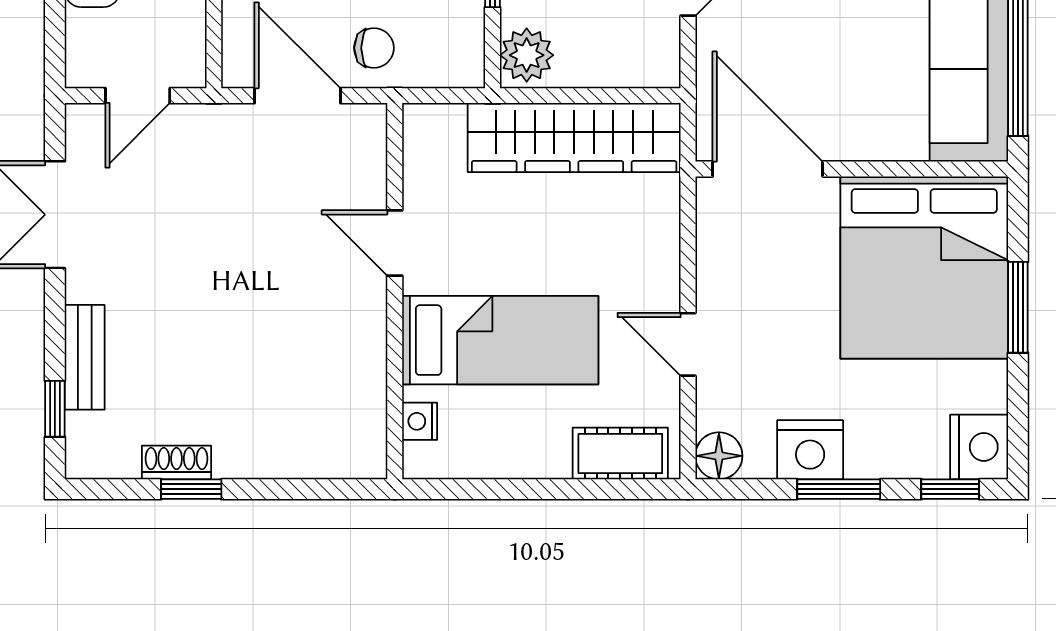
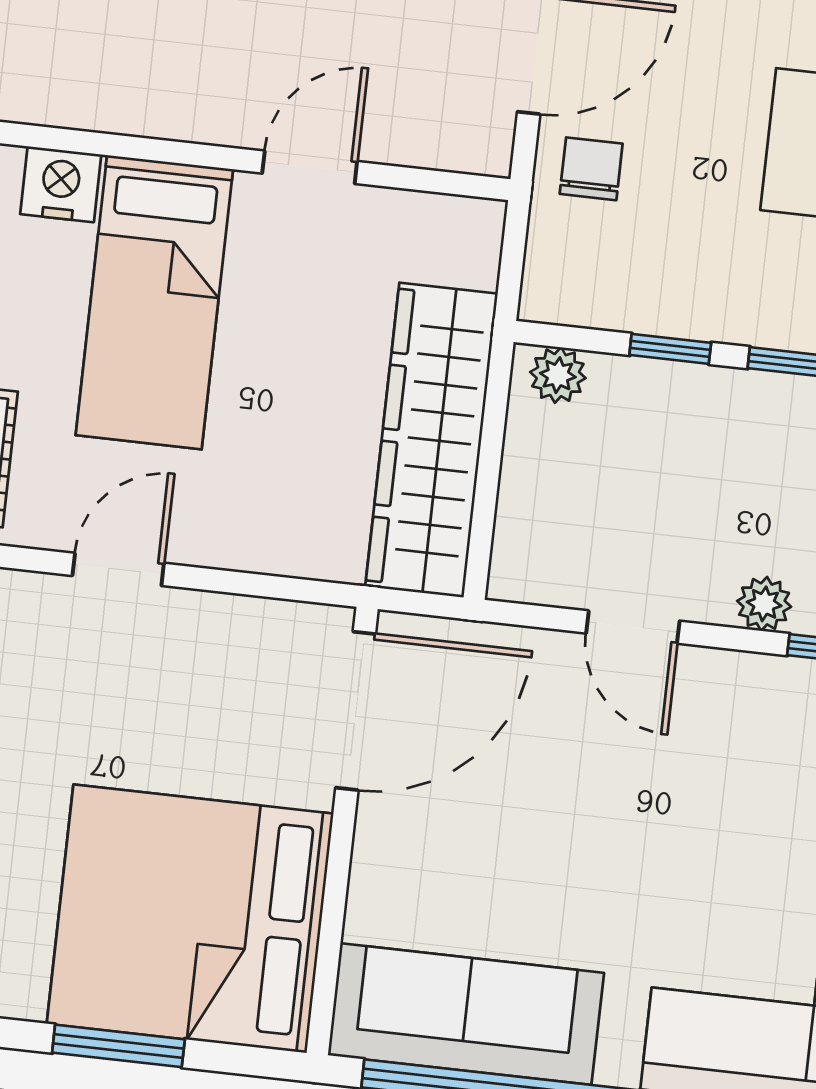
chair: (374, 48) -> (591, 169), turned 180
plant: (527, 55) -> (558, 375), width x0.73, depth x0.73
nightstand: (420, 421) -> (61, 184), width x1.39, depth x1.35

